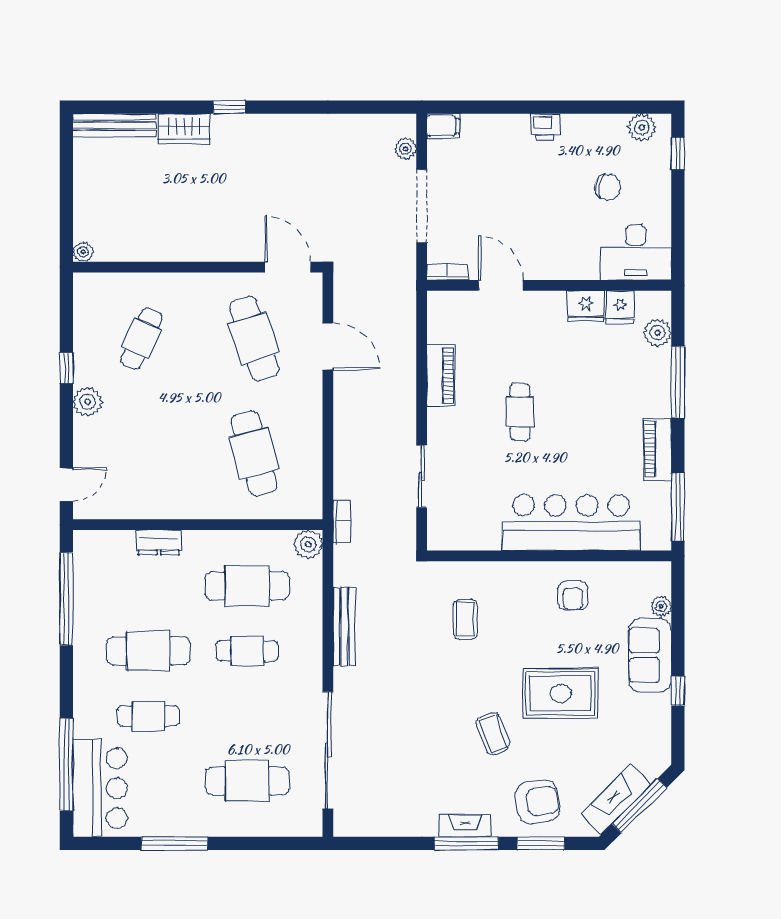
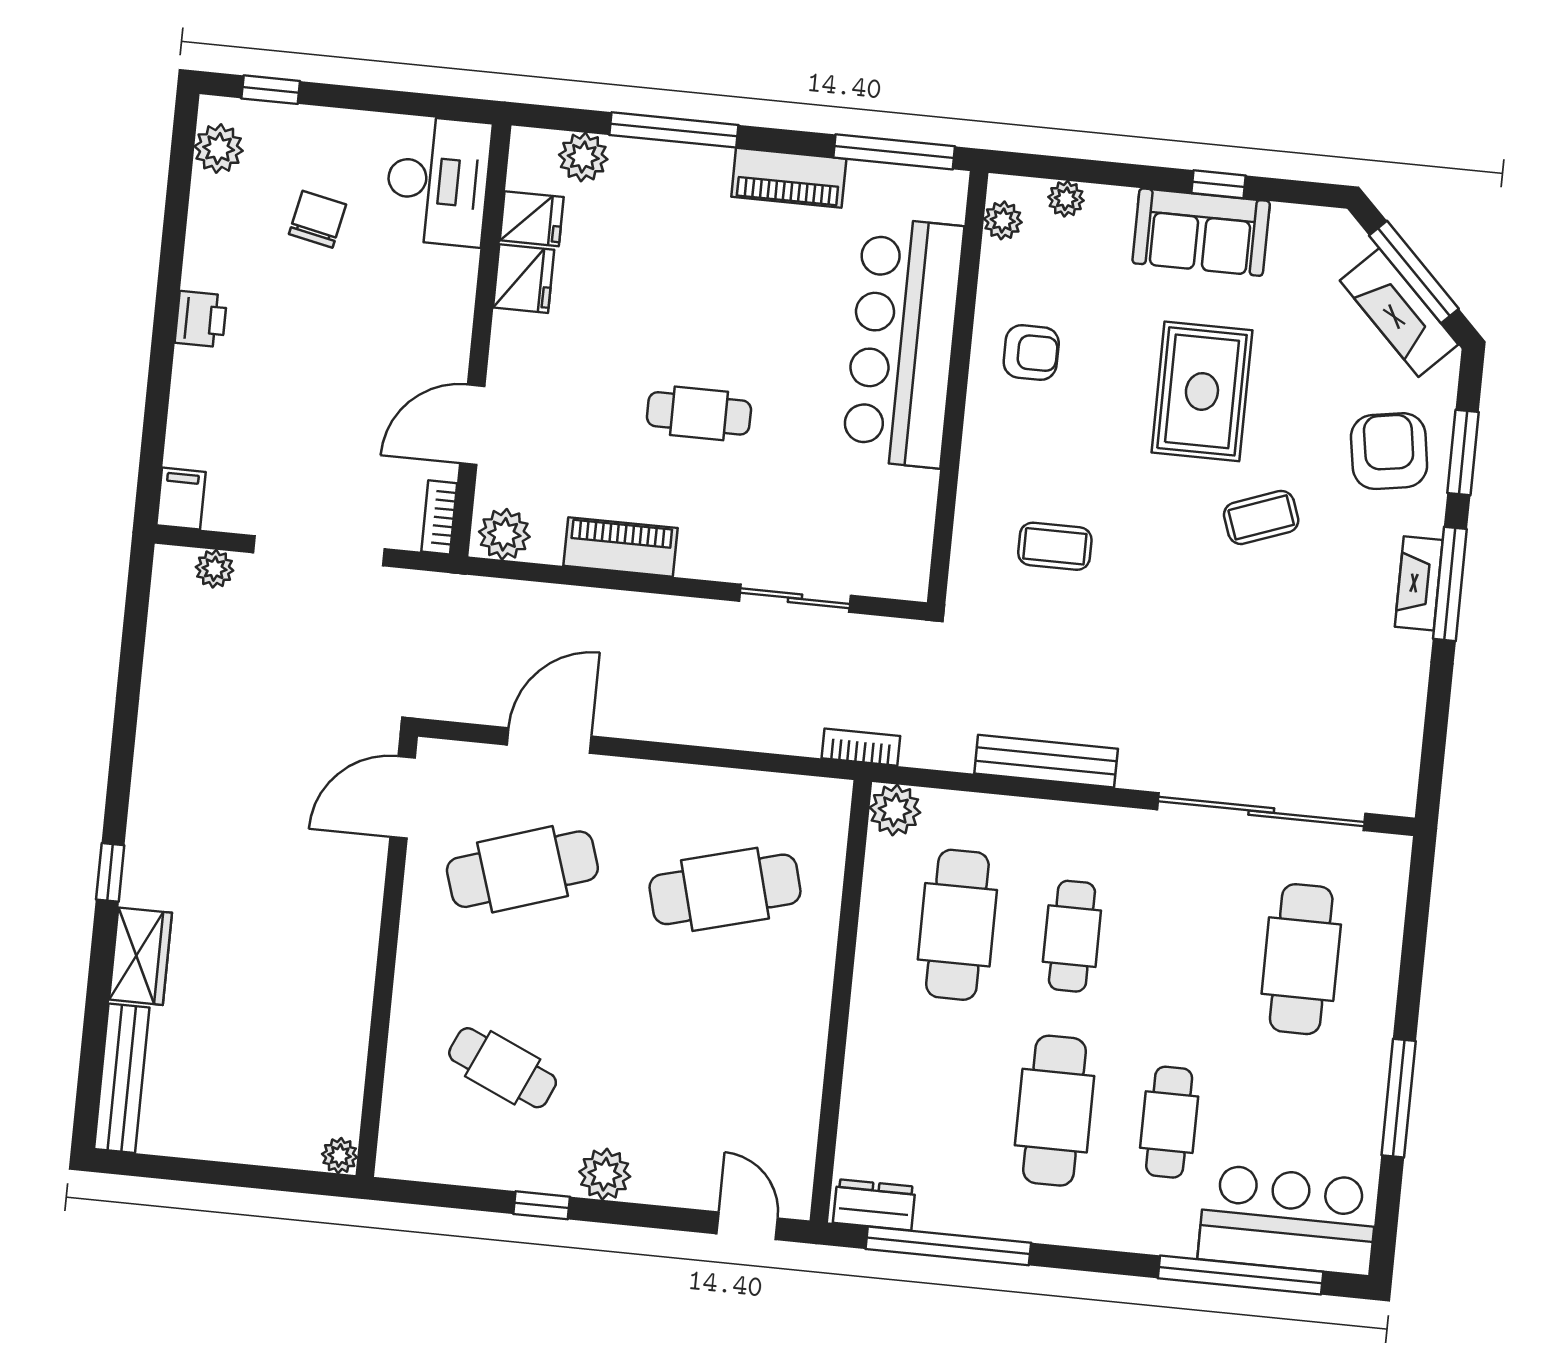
plant: (441, 310) -> (504, 534), added
dresser: (159, 542) -> (874, 1205), moved, turned -90
plant: (645, 572) -> (1003, 220), added
sofa: (650, 655) -> (1201, 232), moved

